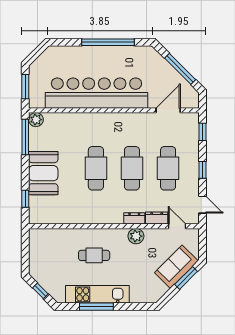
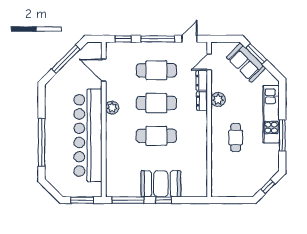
window: (108, 42) -> (42, 142), moved
plant: (36, 120) -> (112, 108), moved
window: (203, 170) -> (158, 39), width x2.17
window: (25, 199) -> (163, 200), moved
kitchen unit: (97, 294) -> (271, 114), moved

